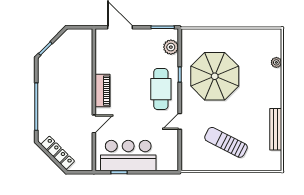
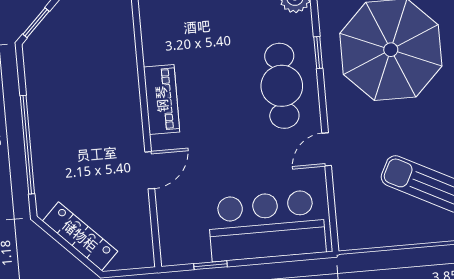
bar counter: (128, 156) -> (267, 226), moved

